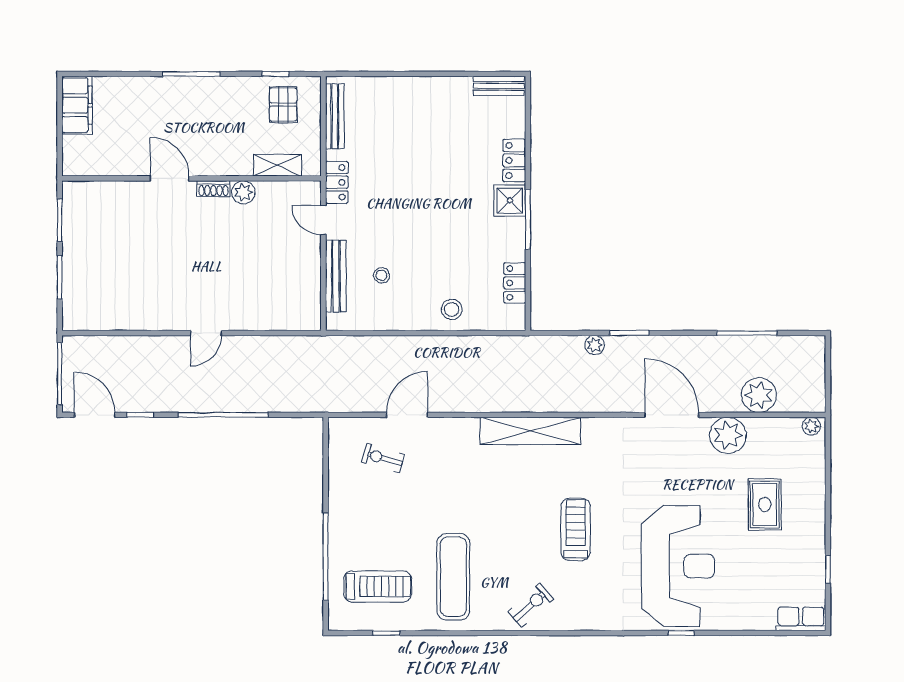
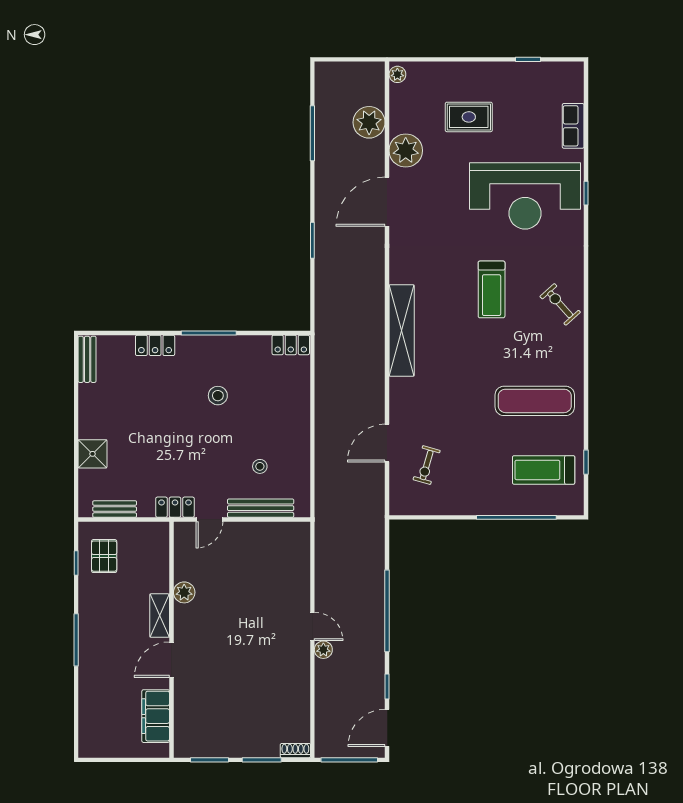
filing cabinet: (77, 105) -> (156, 716), moved, turned -90
pallet: (283, 105) -> (104, 556), turned 90
bench: (335, 116) -> (115, 509), width x0.73
shelving: (278, 165) -> (160, 616), moved
shoe rack: (213, 189) -> (295, 751), moved, turned -90
shower: (510, 200) -> (93, 454), moved
locker: (515, 283) -> (291, 345), moved
stool: (452, 309) -> (218, 396), moved
plant: (595, 345) -> (323, 650), moved
door: (407, 415) -> (387, 443), hinge flipped
treadmill: (576, 529) -> (492, 289), turned -90
reception desk: (678, 566) -> (525, 196), turned 180
treadmill: (378, 586) -> (544, 470), turned -90
exercise bike: (531, 605) -> (560, 304), moved
row of seats: (801, 619) -> (573, 126), moved

